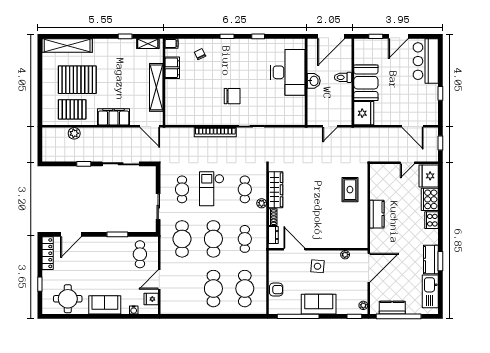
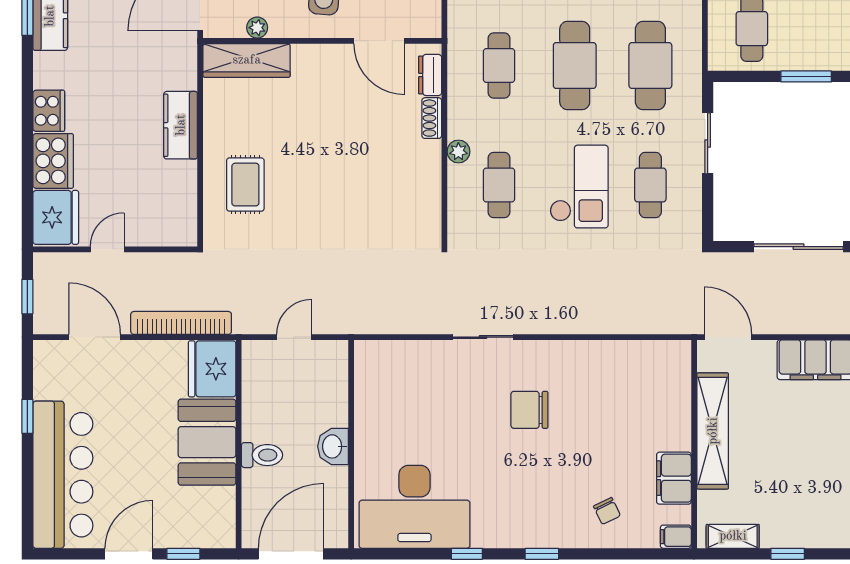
bar counter: (426, 61) -> (63, 475), width x1.36
desk: (288, 72) -> (414, 507), moved, turned -90
bookcase: (215, 132) -> (181, 323), moved
wardrobe: (276, 190) -> (247, 60), moved, turned -90

